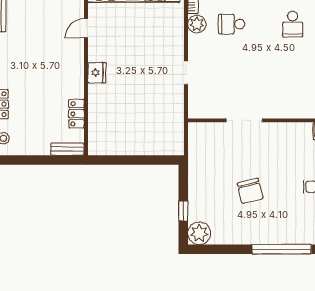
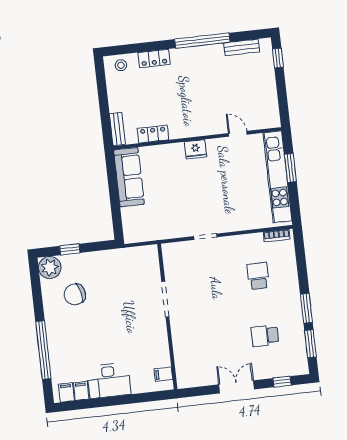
plant: (197, 24) -> (254, 242), removed
sofa: (117, 143) -> (129, 177), added
chair: (250, 191) -> (75, 294), moved

